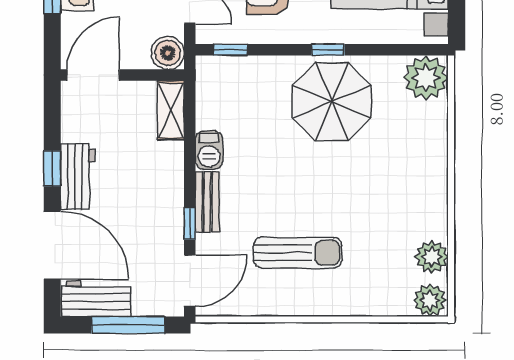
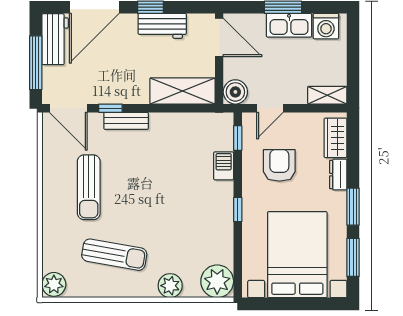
parasol: (332, 102) -> (200, 212), removed
shelving: (171, 110) -> (182, 91), width x1.50, depth x1.33
barbecue: (209, 150) -> (224, 166), moved, turned 90
workbench: (78, 176) -> (162, 26), moved
sun lounger: (390, 218) -> (114, 255), added
plant: (432, 257) -> (170, 286), moved

